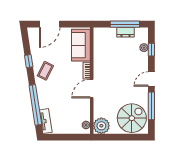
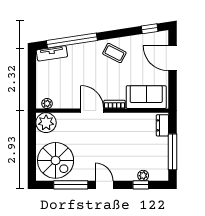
dresser: (125, 32) -> (162, 125), moved
window: (29, 61) -> (150, 29), moved

